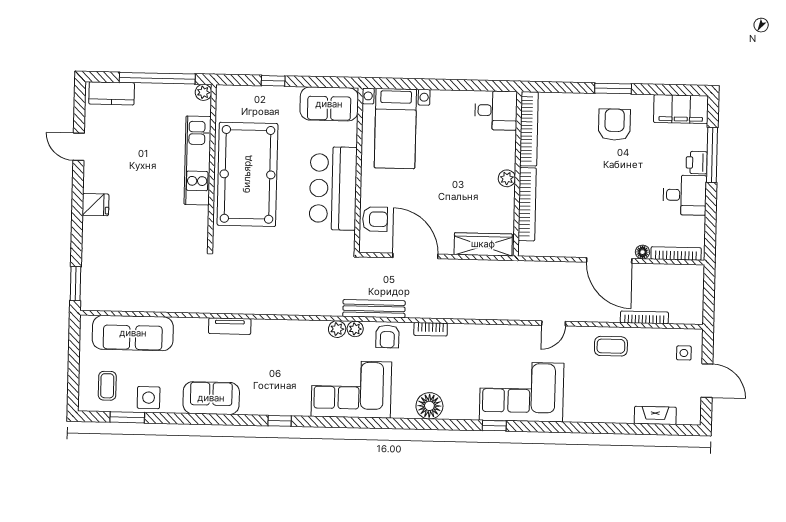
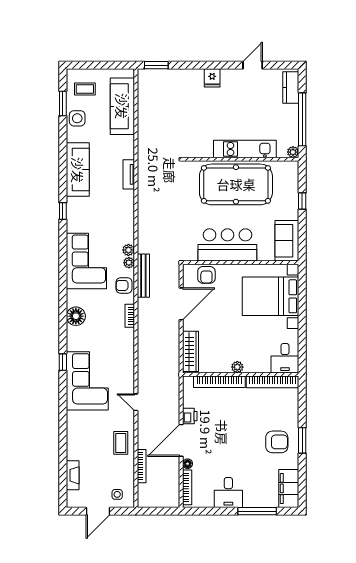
bed with nightstands: (395, 128) -> (271, 296), width x1.36
printer: (697, 163) -> (190, 416), moved, turned 90
sofa: (211, 398) -> (78, 170), width x1.36

